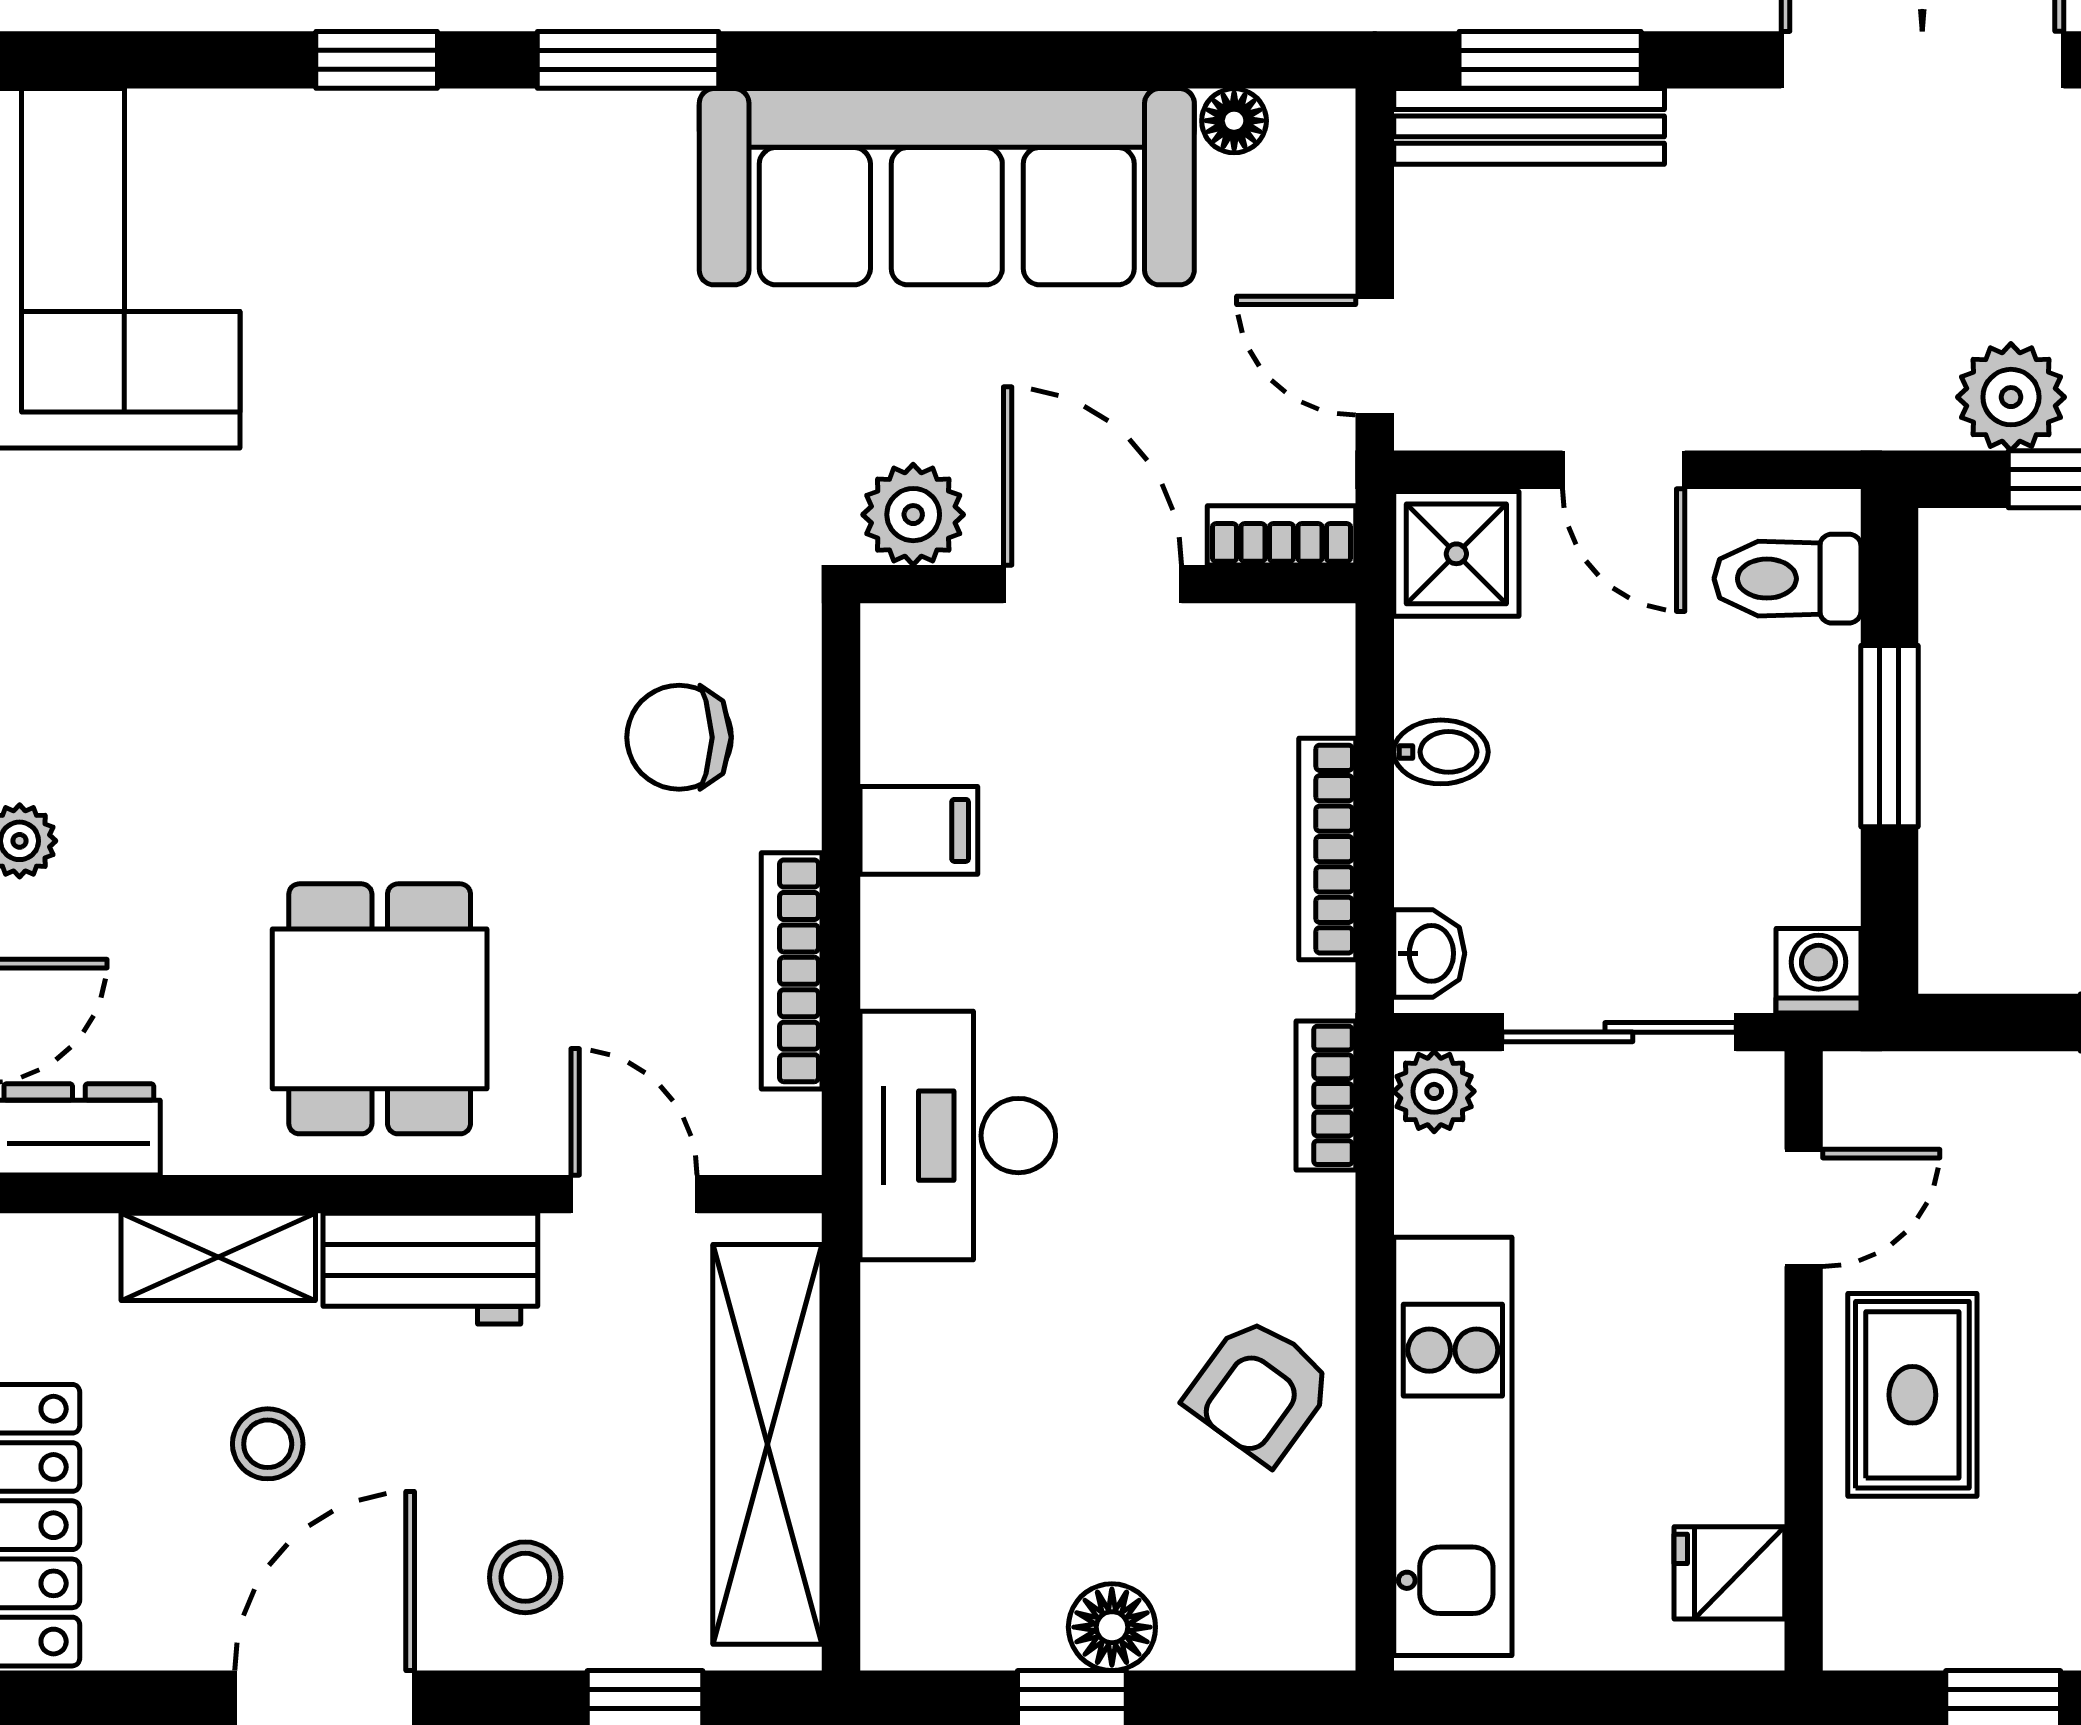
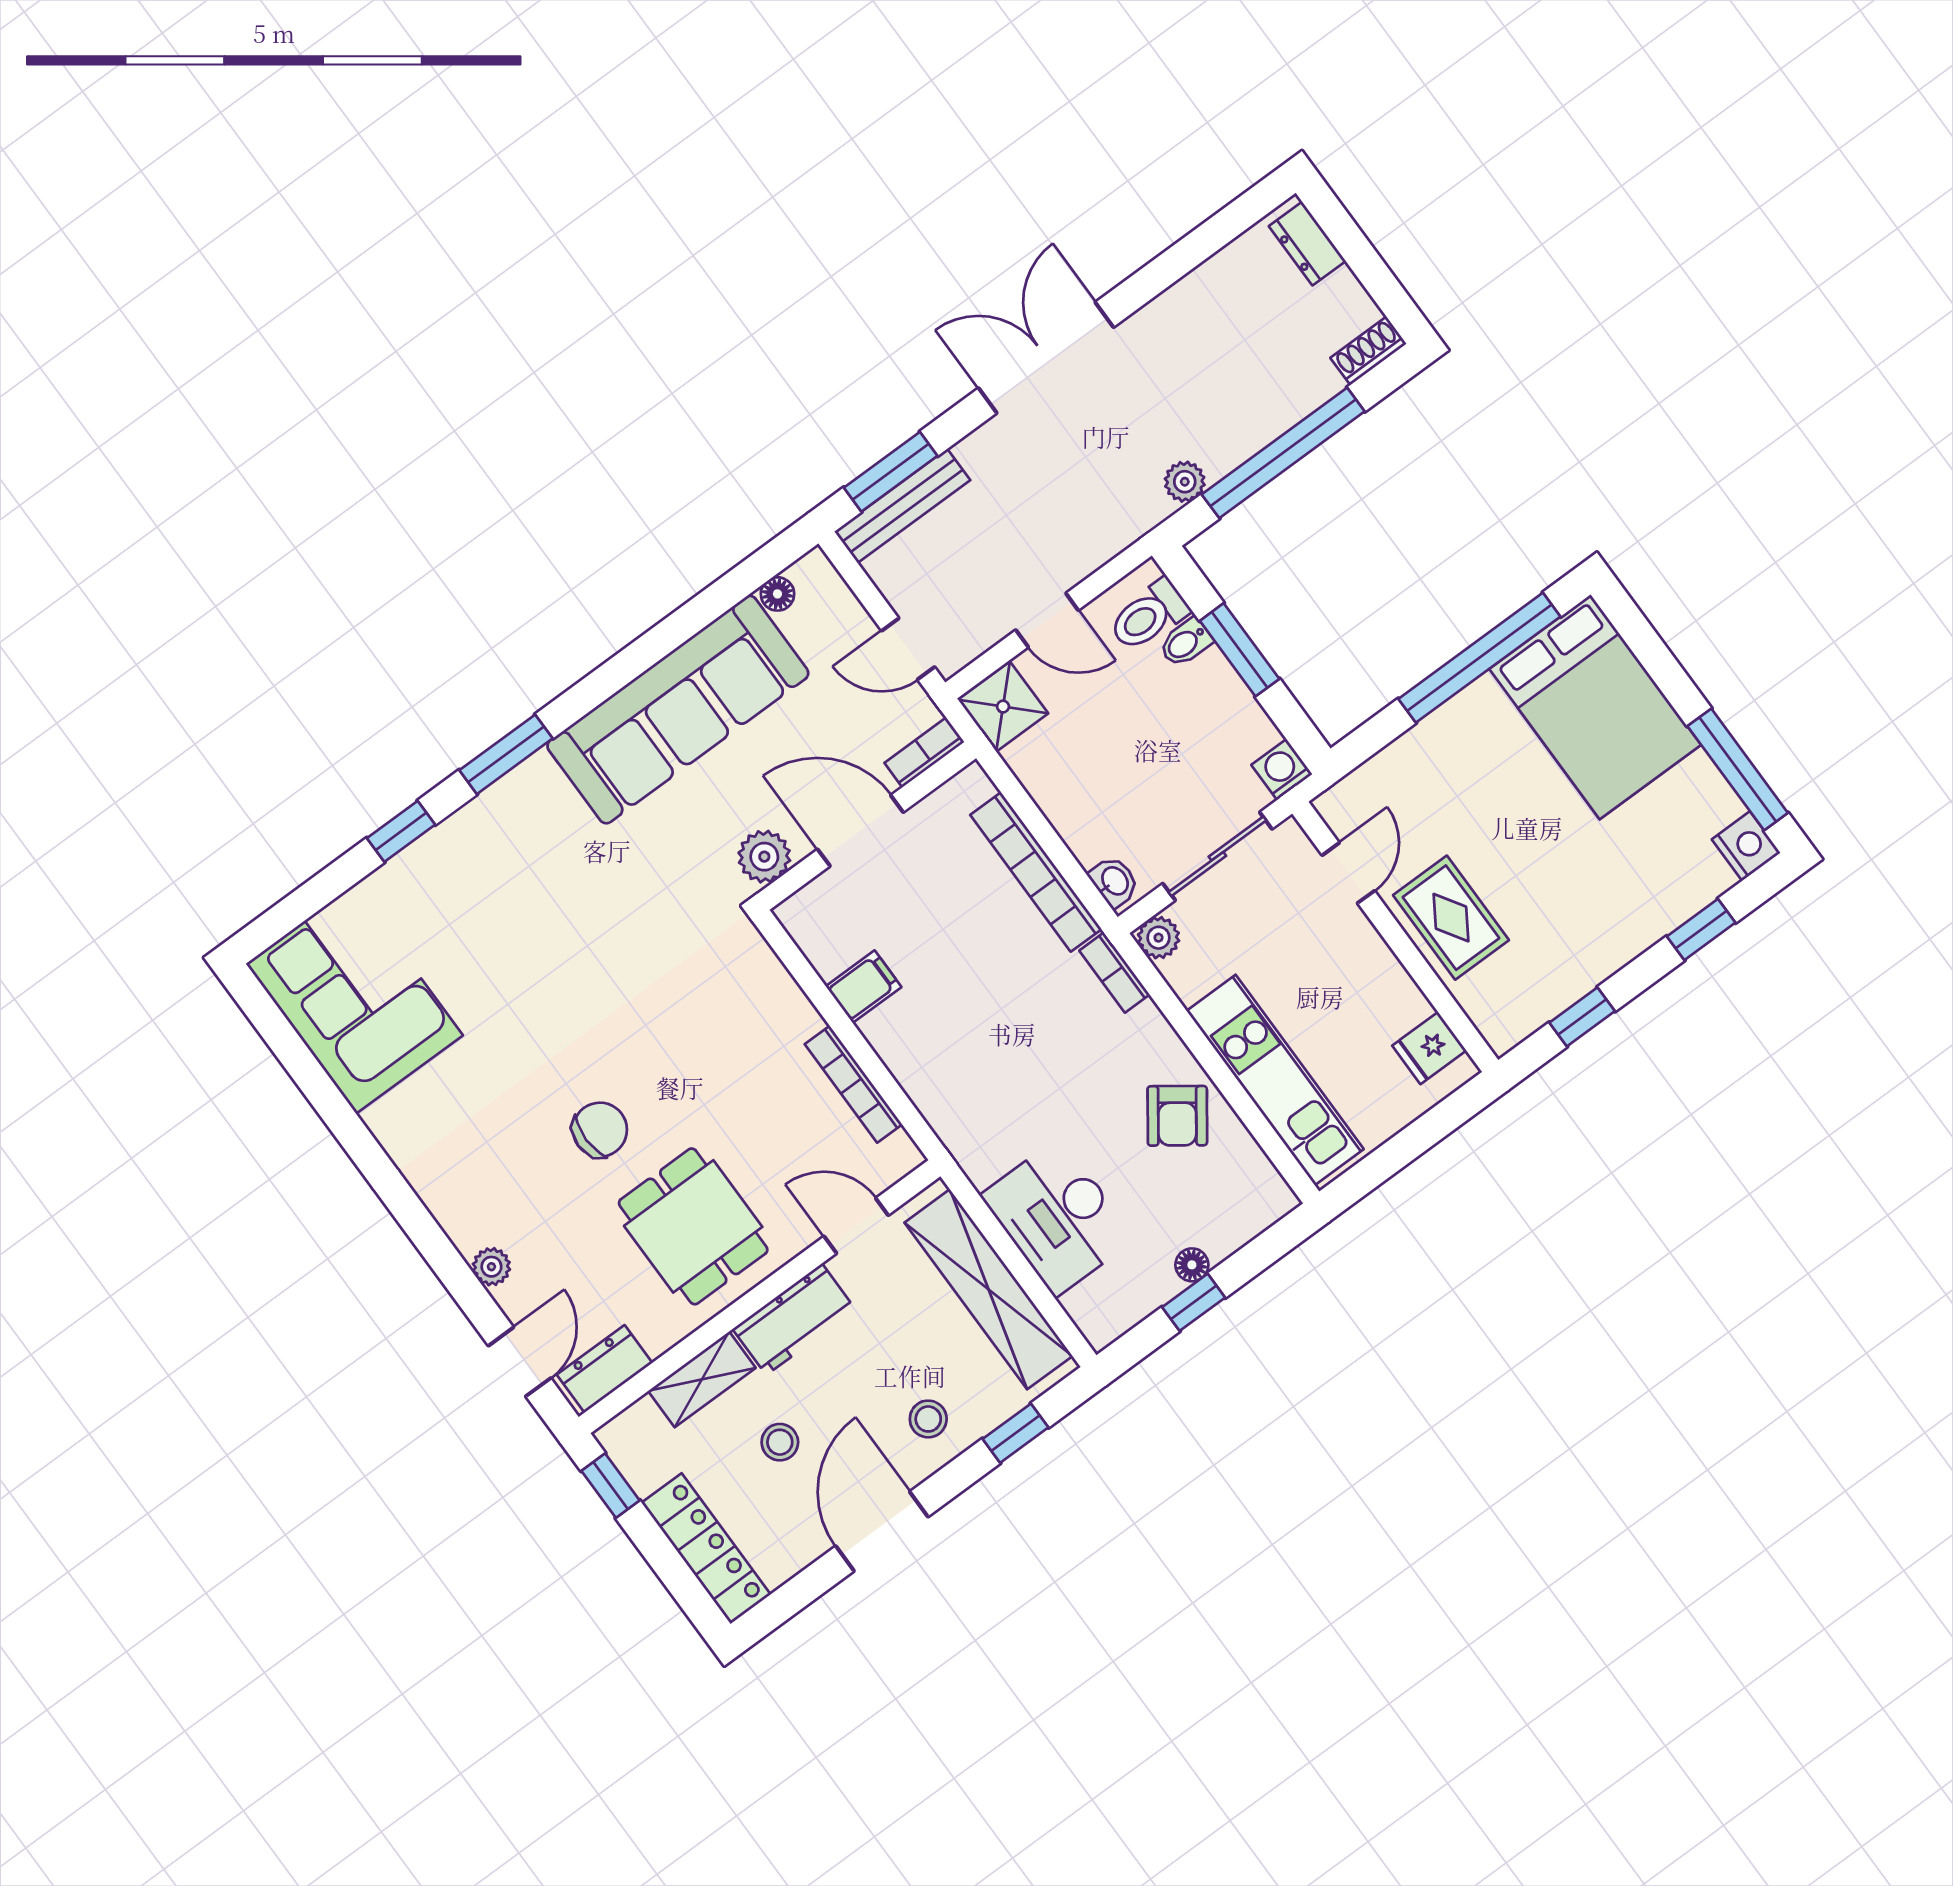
plant: (2011, 397) -> (1185, 482), width x0.73, depth x0.73
chair: (679, 737) -> (600, 1130), moved, turned 180
bidet: (1441, 752) -> (1186, 642), moved, turned 180
bookcase: (1327, 849) -> (1036, 872), width x1.48, depth x1.31
desk: (958, 1136) -> (1058, 1217), moved
floor lamp: (1112, 1627) -> (1192, 1265), width x0.73, depth x0.73

